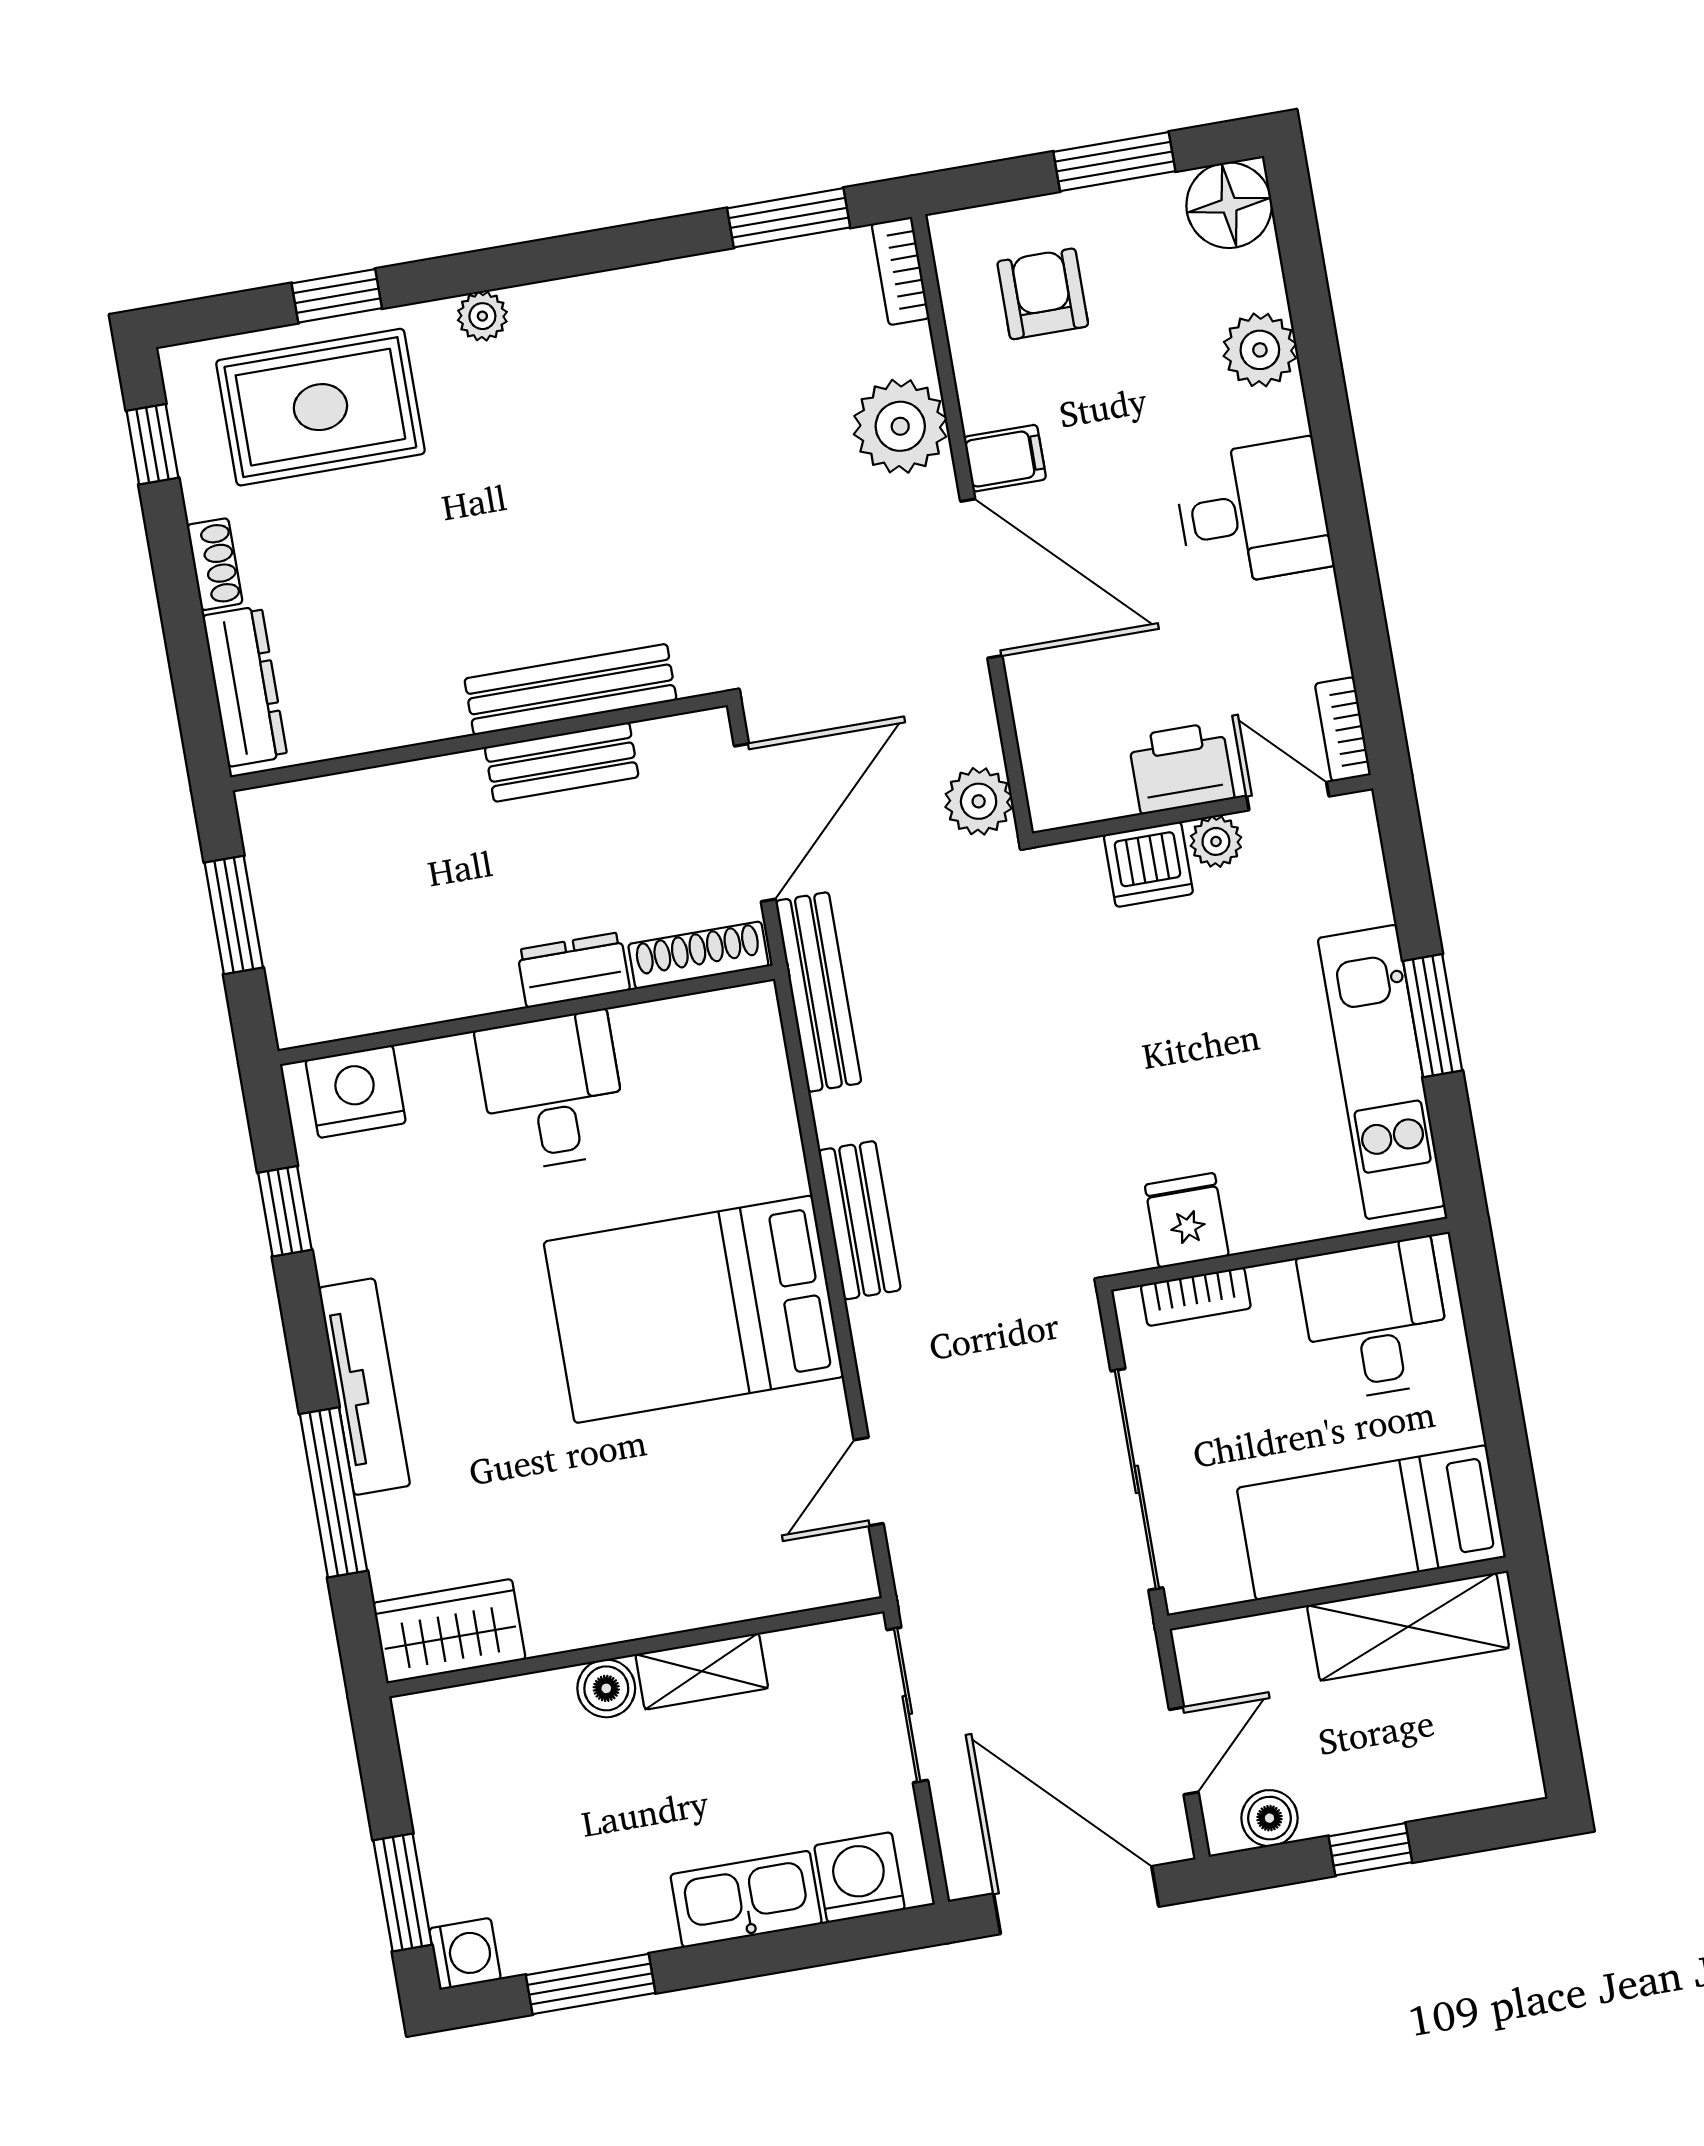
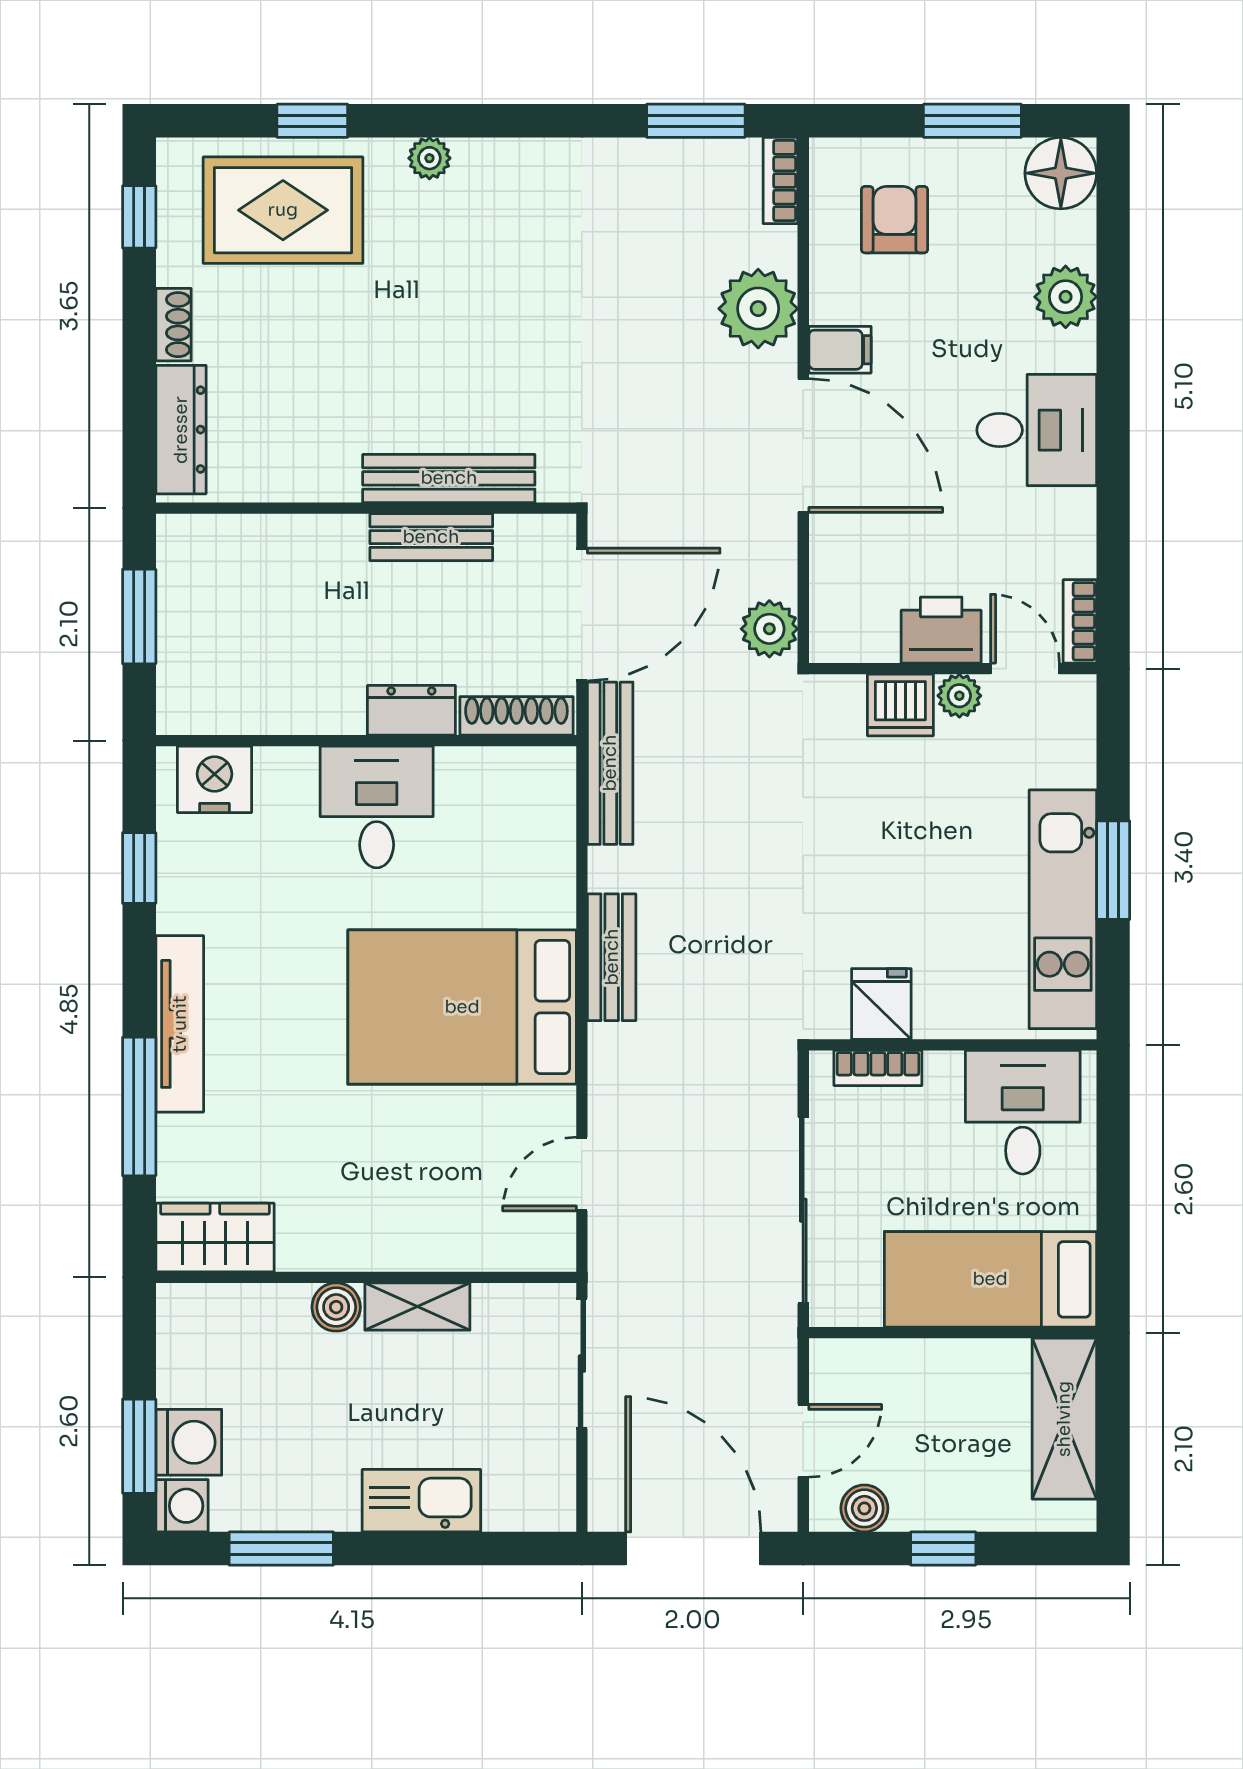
shelving: (1408, 1627) -> (1064, 1419), moved, turned 90
washing machine: (860, 1877) -> (189, 1442), moved, turned 90

